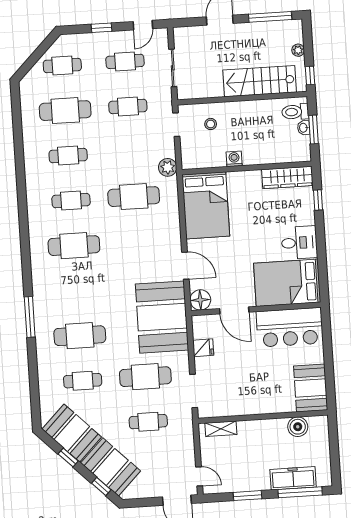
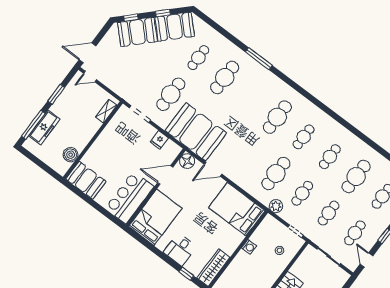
desk: (299, 243) -> (180, 249), moved
cafe table: (148, 422) -> (302, 193), moved

